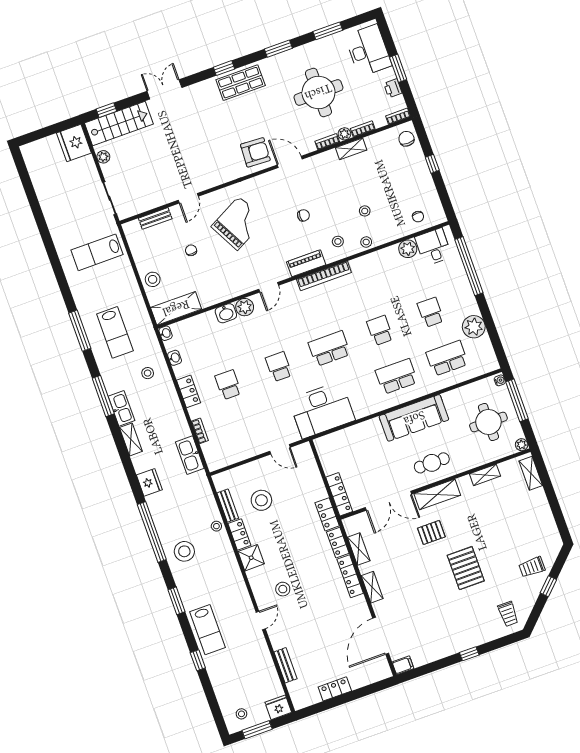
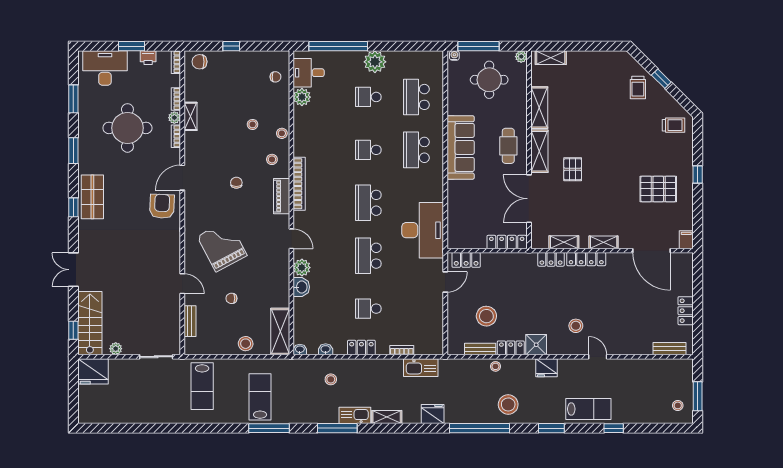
plant: (474, 327) -> (375, 62), moved
lab bench: (115, 332) -> (260, 397), moved, turned -90
school desk: (279, 367) -> (368, 256), width x1.85
shelving: (485, 475) -> (539, 108), width x1.50, depth x1.33
double door: (388, 501) -> (529, 199), swing flipped
locker: (327, 514) -> (466, 260), moved
pallet: (466, 568) -> (658, 189), moved
bench: (285, 665) -> (670, 349), moved
fridge: (278, 707) -> (547, 368), moved, turned -90

